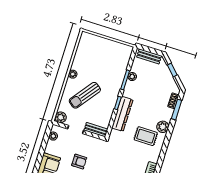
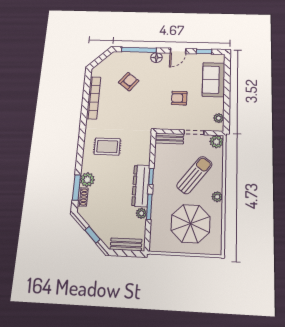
parasol: (98, 59) -> (191, 224), added
dresser: (122, 114) -> (141, 186), moved
plant: (163, 127) -> (87, 180), moved

